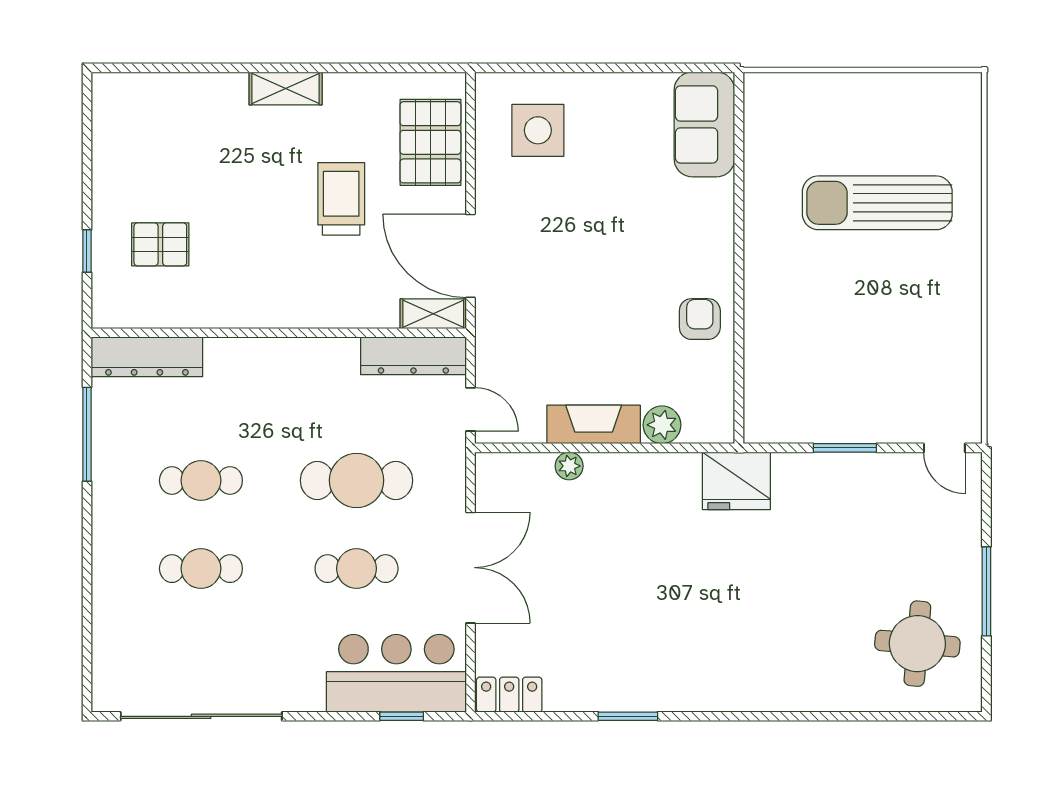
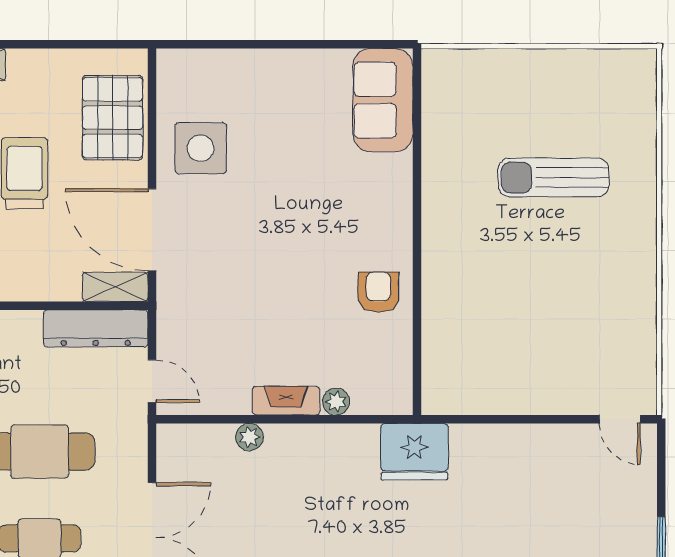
side table: (538, 130) -> (201, 148), moved
sun lounger: (877, 203) -> (553, 177), width x0.73, depth x0.75
fireplace: (594, 424) -> (286, 401), width x0.73, depth x0.76
plant: (662, 425) -> (336, 402), width x0.73, depth x0.73
window: (845, 448) -> (521, 419), removed

